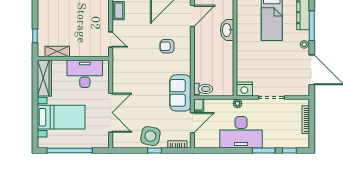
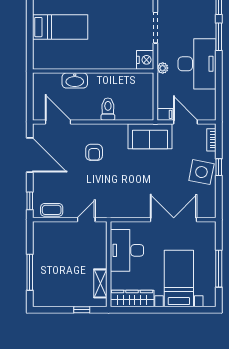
toilet: (203, 89) -> (108, 109), moved
window: (70, 151) -> (219, 269), width x0.68

